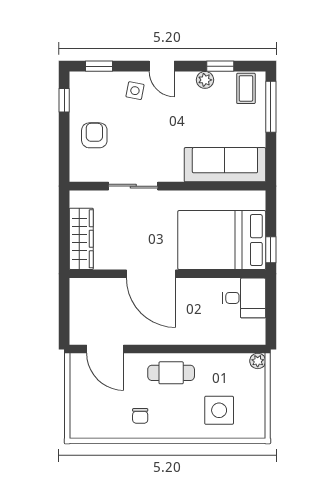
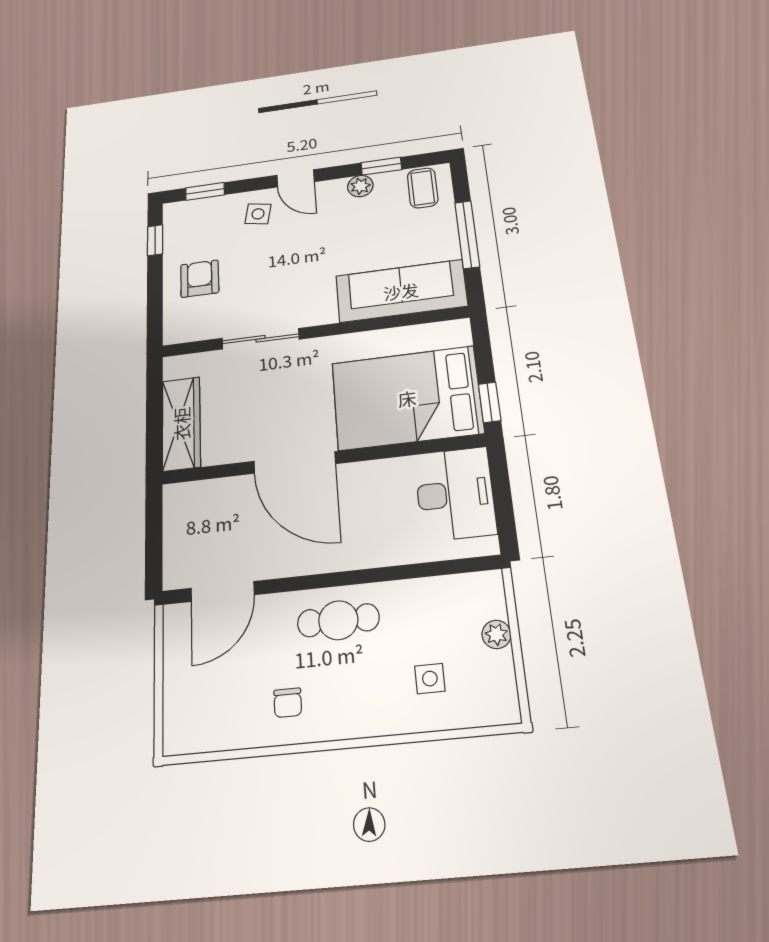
window: (271, 107) -> (467, 234), moved
desk: (244, 298) -> (455, 494), width x1.37
door: (105, 349) -> (223, 591), hinge flipped
plant: (258, 361) -> (496, 634), moved
side table: (219, 410) -> (430, 679), width x0.54, depth x0.54

